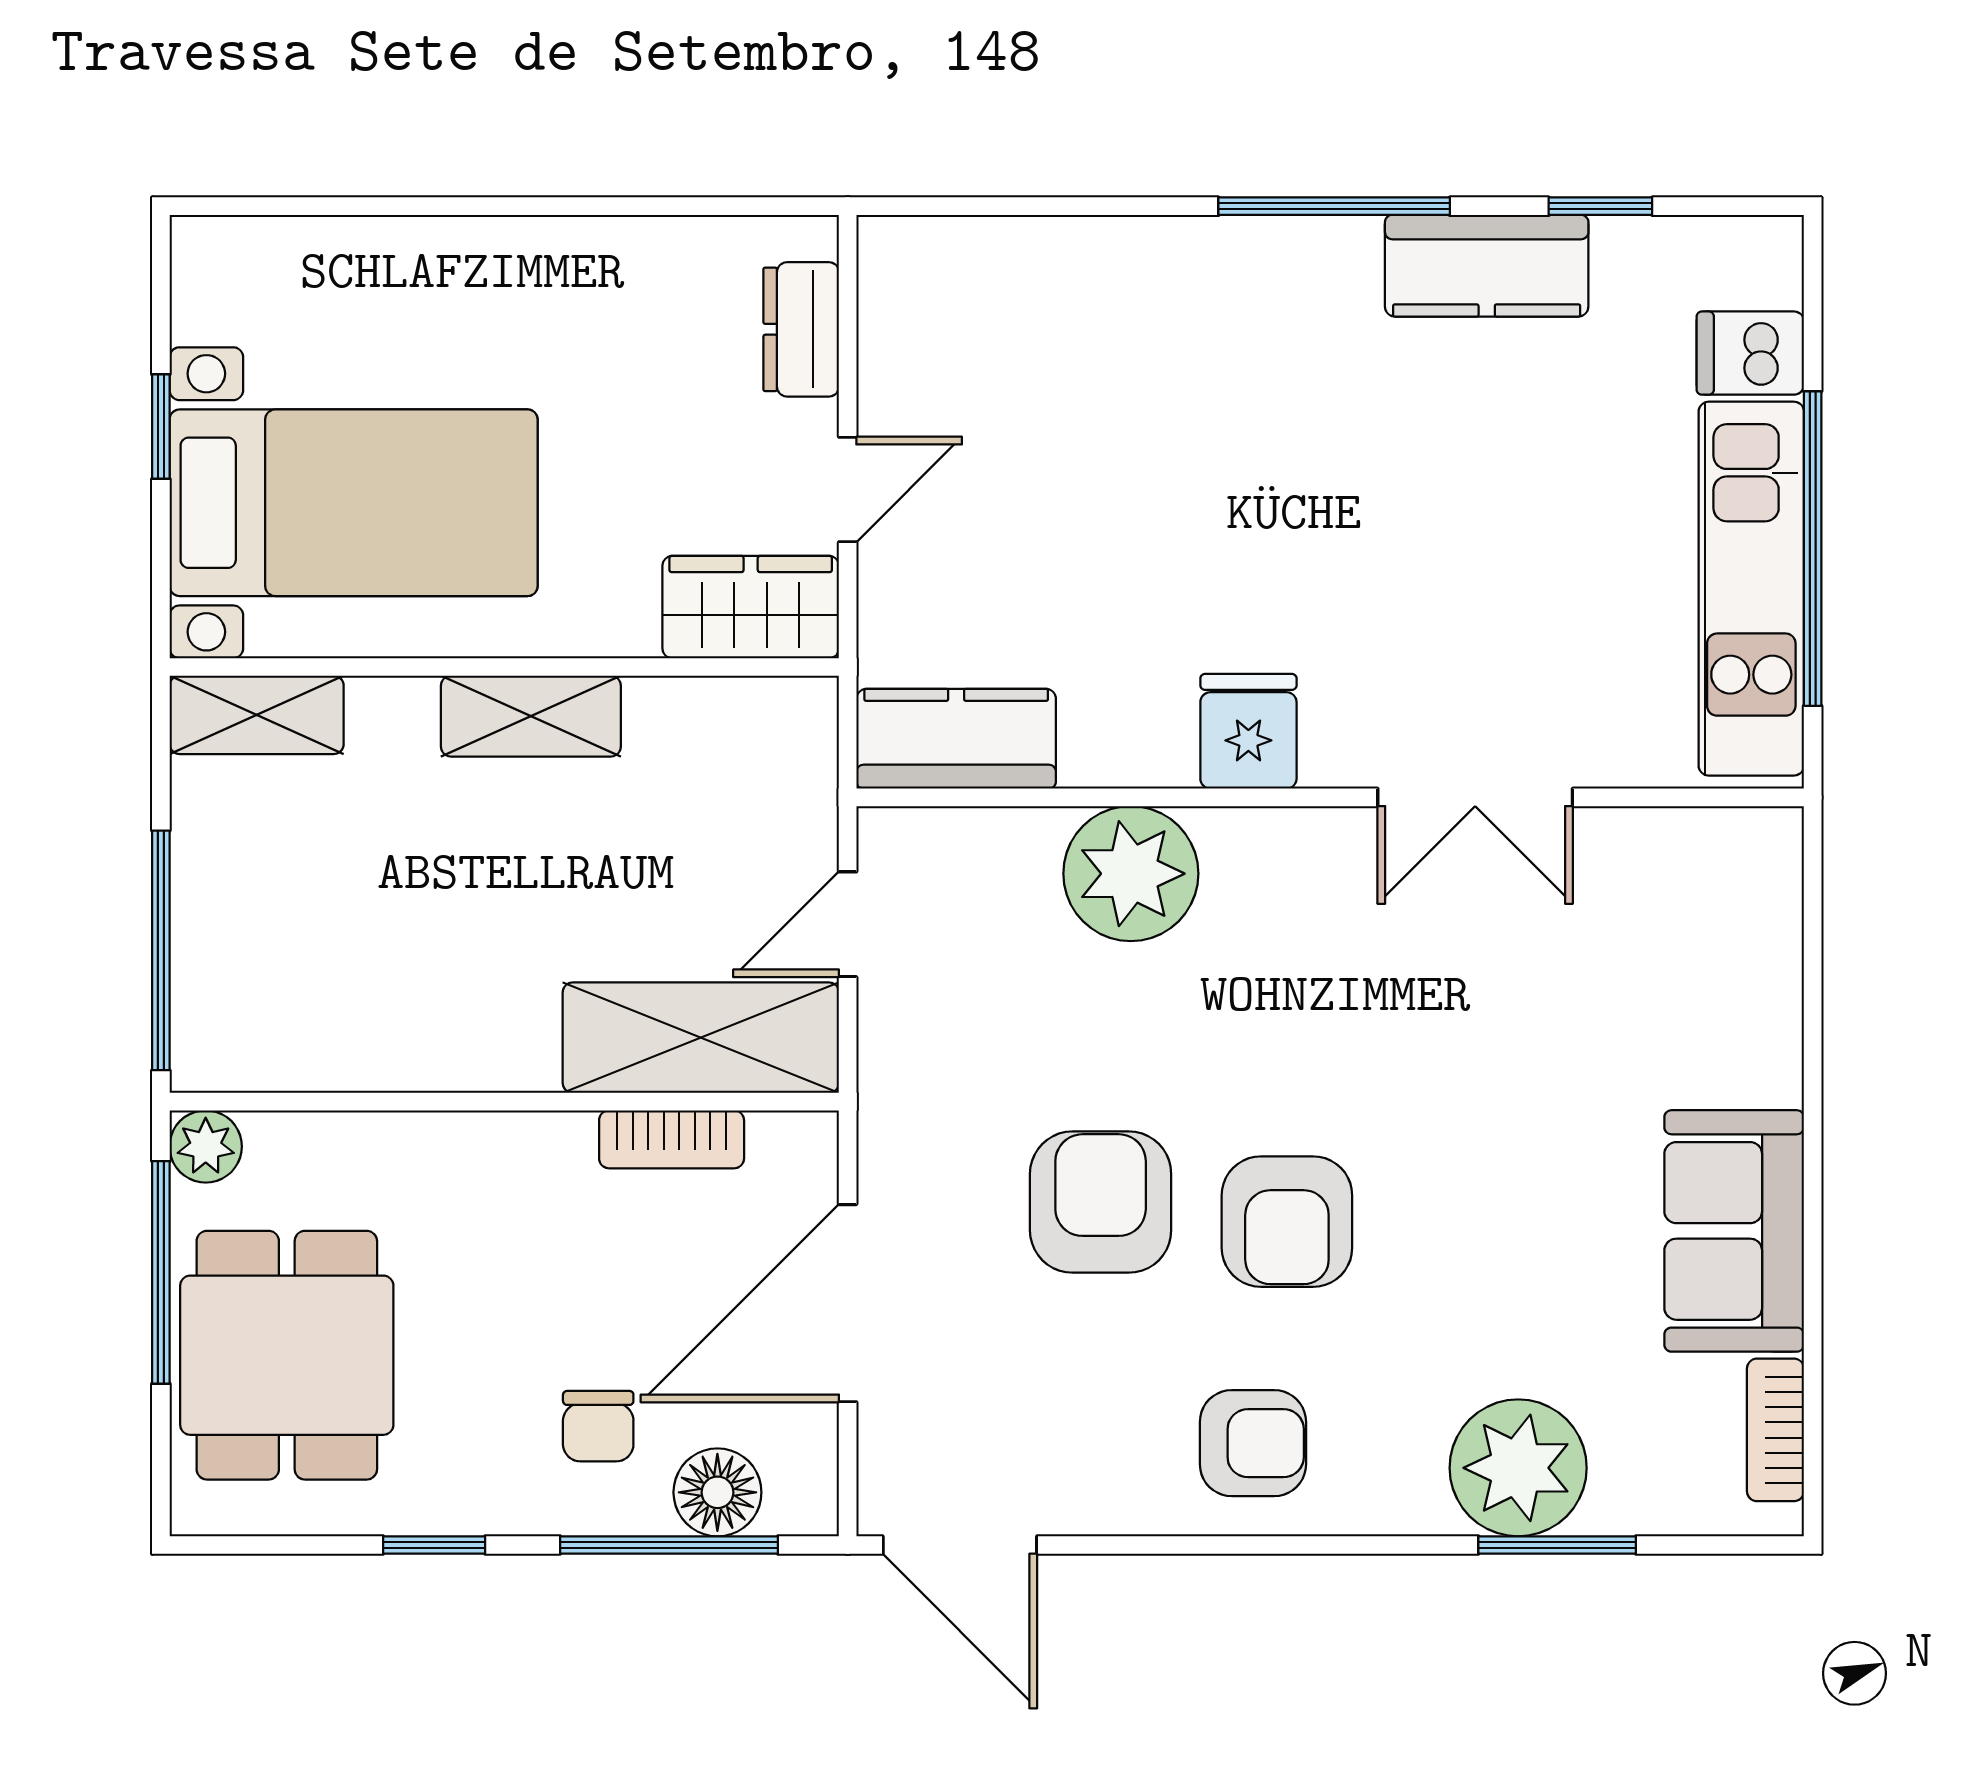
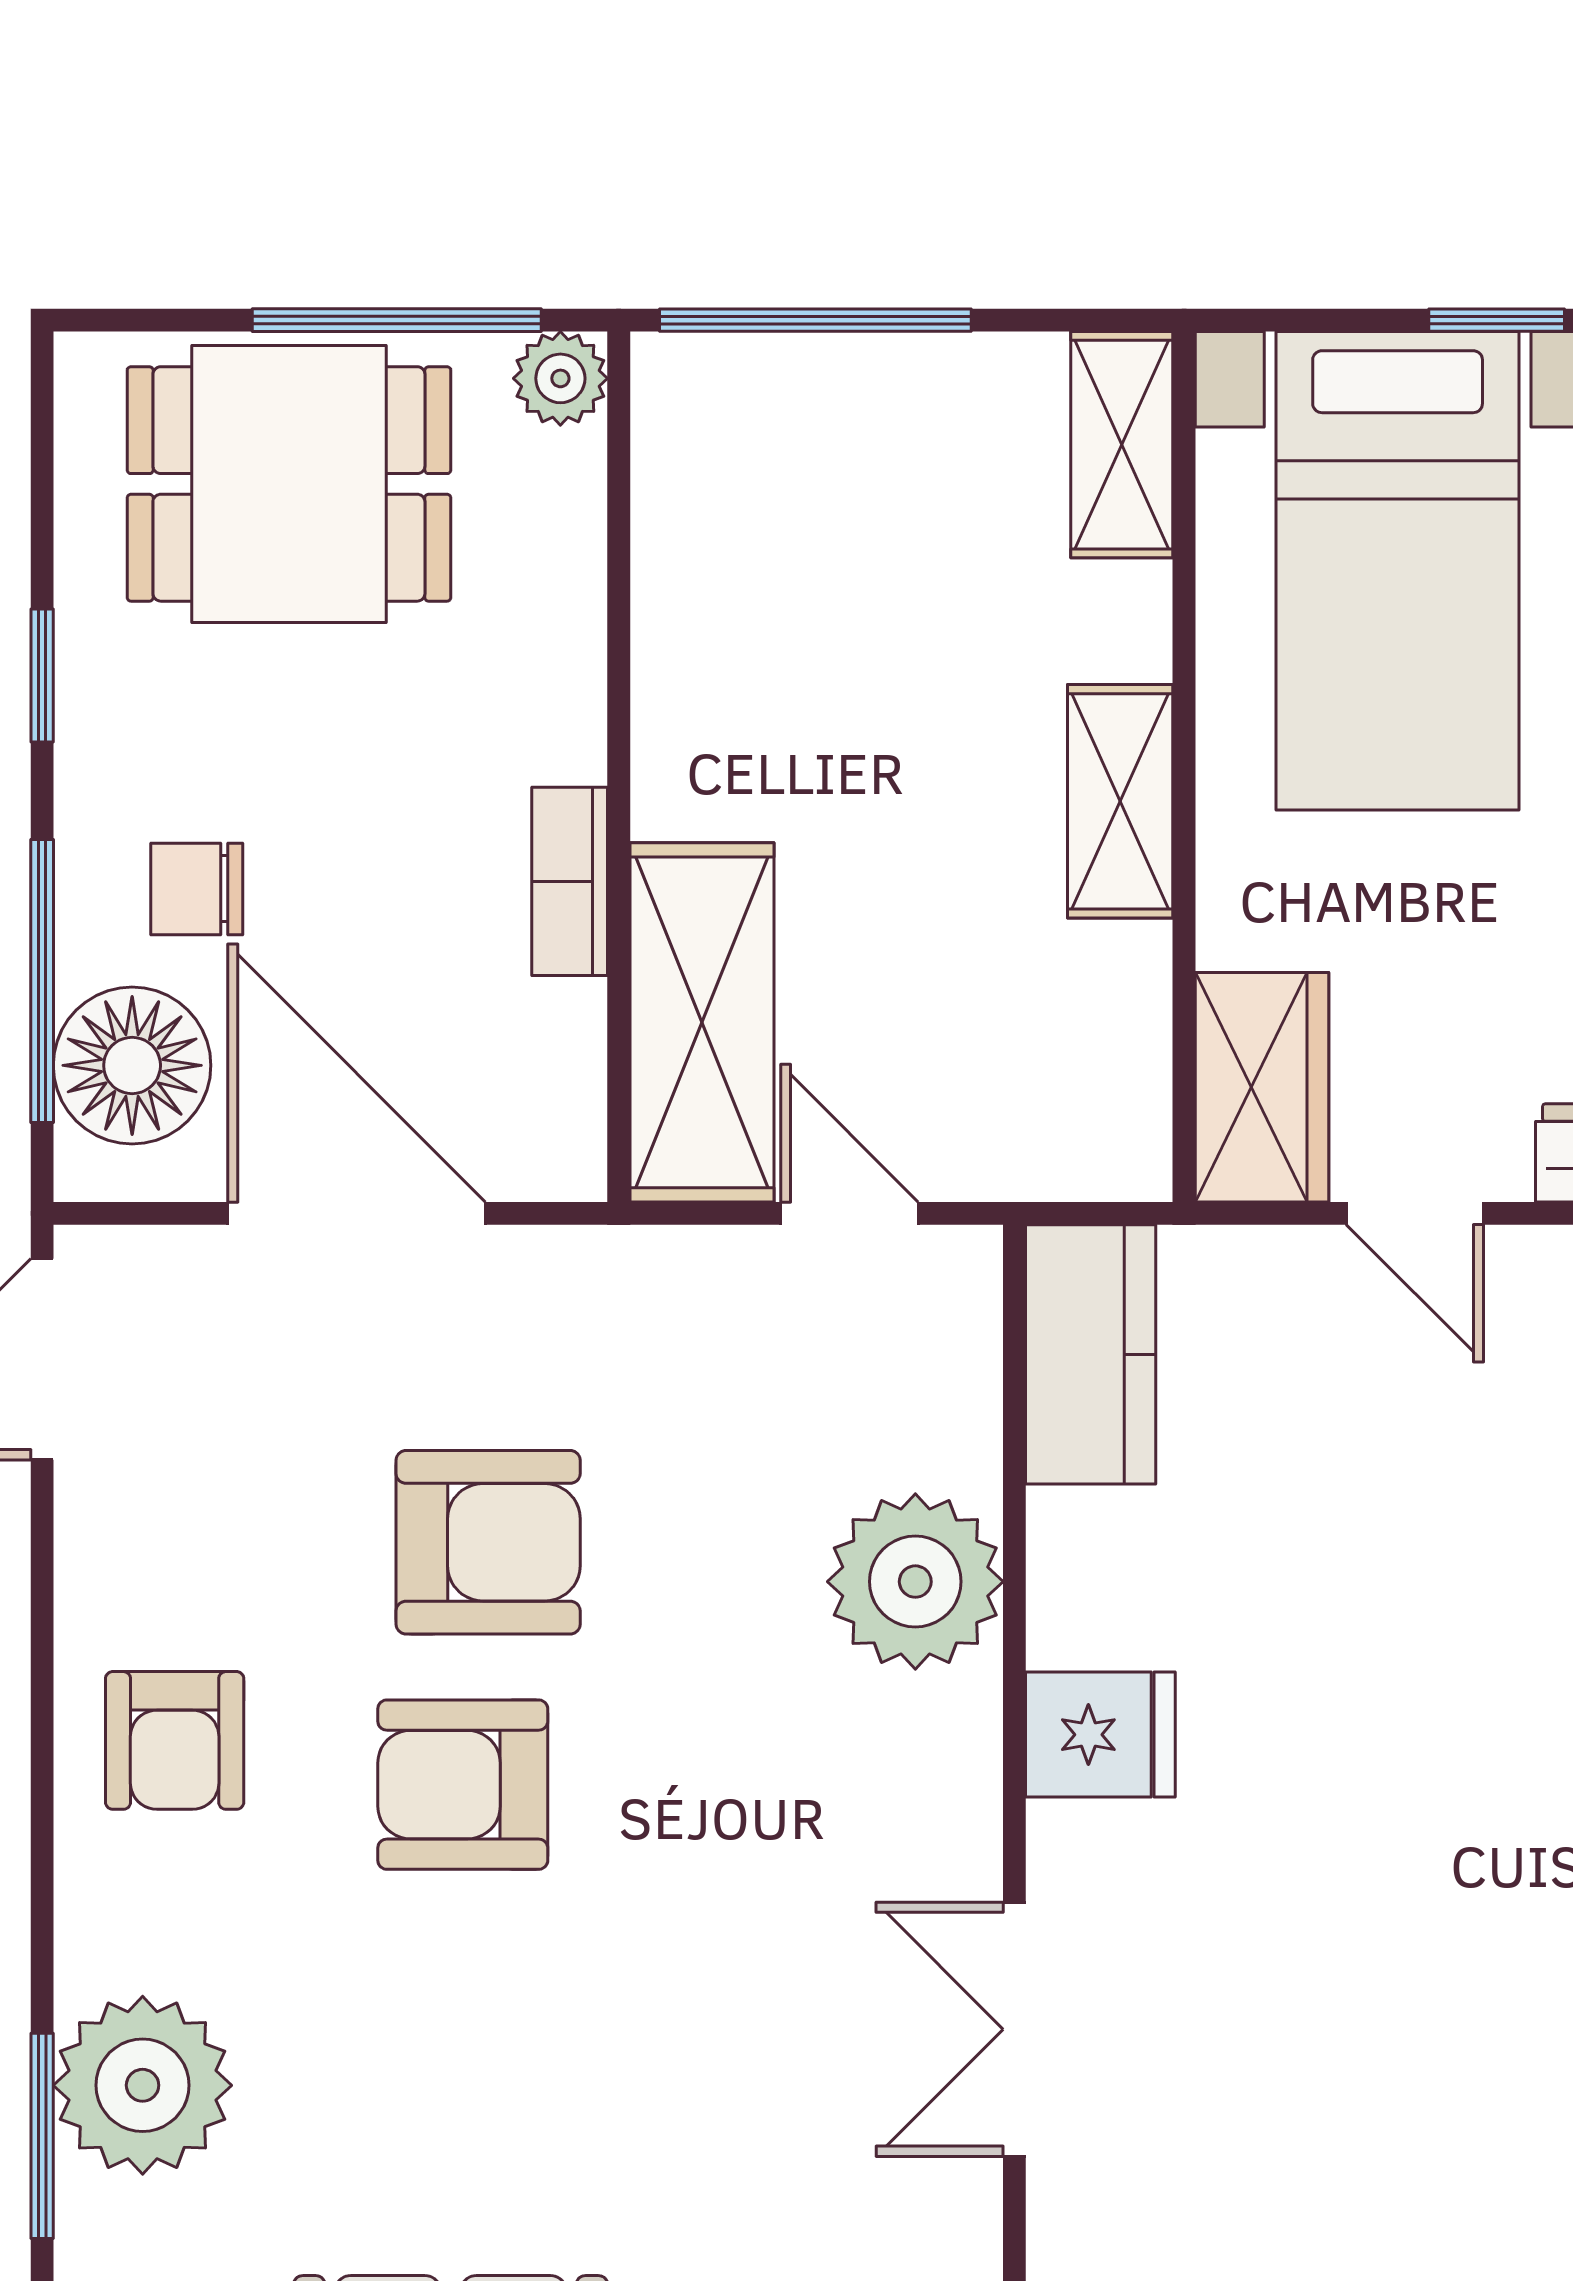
bookcase: (672, 1139) -> (570, 881), moved
floor lamp: (717, 1492) -> (132, 1065), width x1.38, depth x1.38

